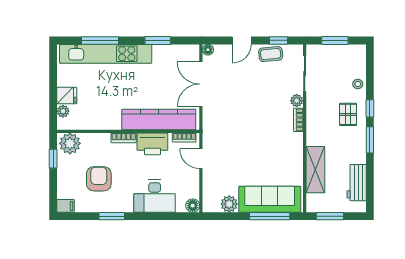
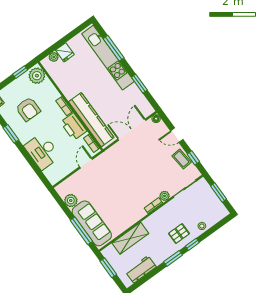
armchair: (99, 179) -> (28, 109), turned 90
floor lamp: (193, 206) -> (54, 179), removed

